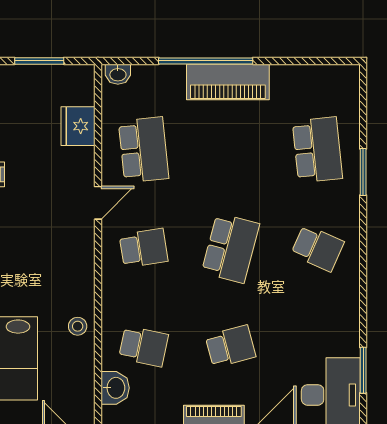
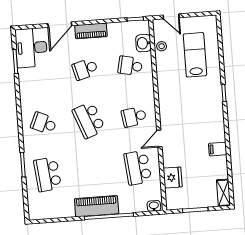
school desk: (231, 248) -> (89, 120), turned -36
stool: (78, 326) -> (162, 46), moved

